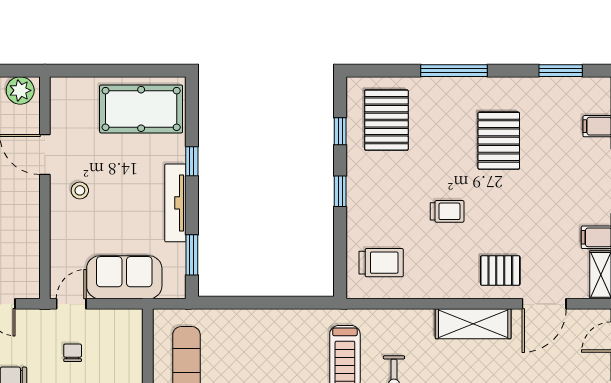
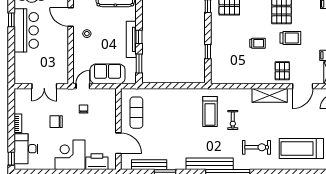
window: (192, 161) -> (139, 37), moved
window: (340, 191) -> (208, 52), moved
trolley: (381, 263) -> (290, 38), moved
pallet: (500, 271) -> (282, 71), turned 90

